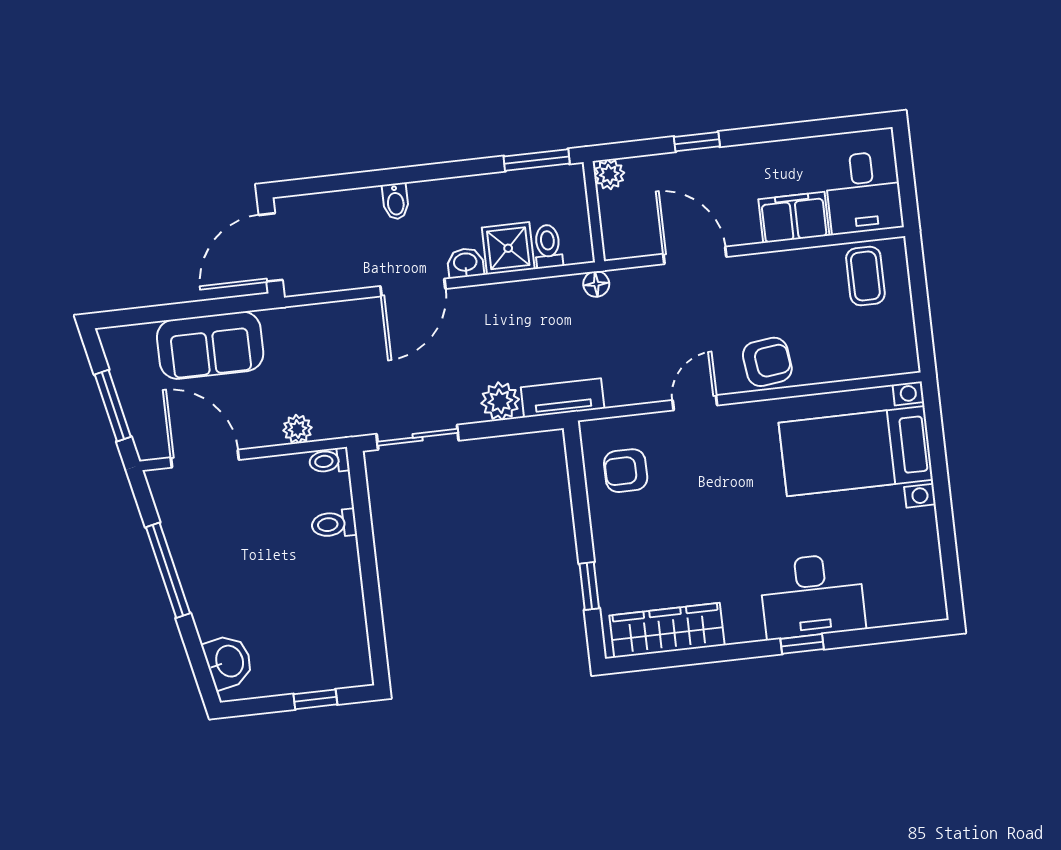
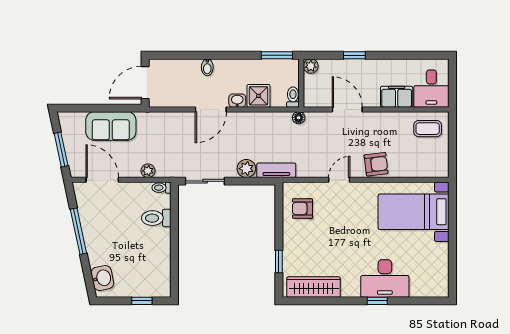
toilet: (548, 246) -> (293, 97), moved
coffee table: (865, 276) -> (428, 129), turned 90
toilet: (334, 524) -> (156, 218), width x1.37, depth x1.39

